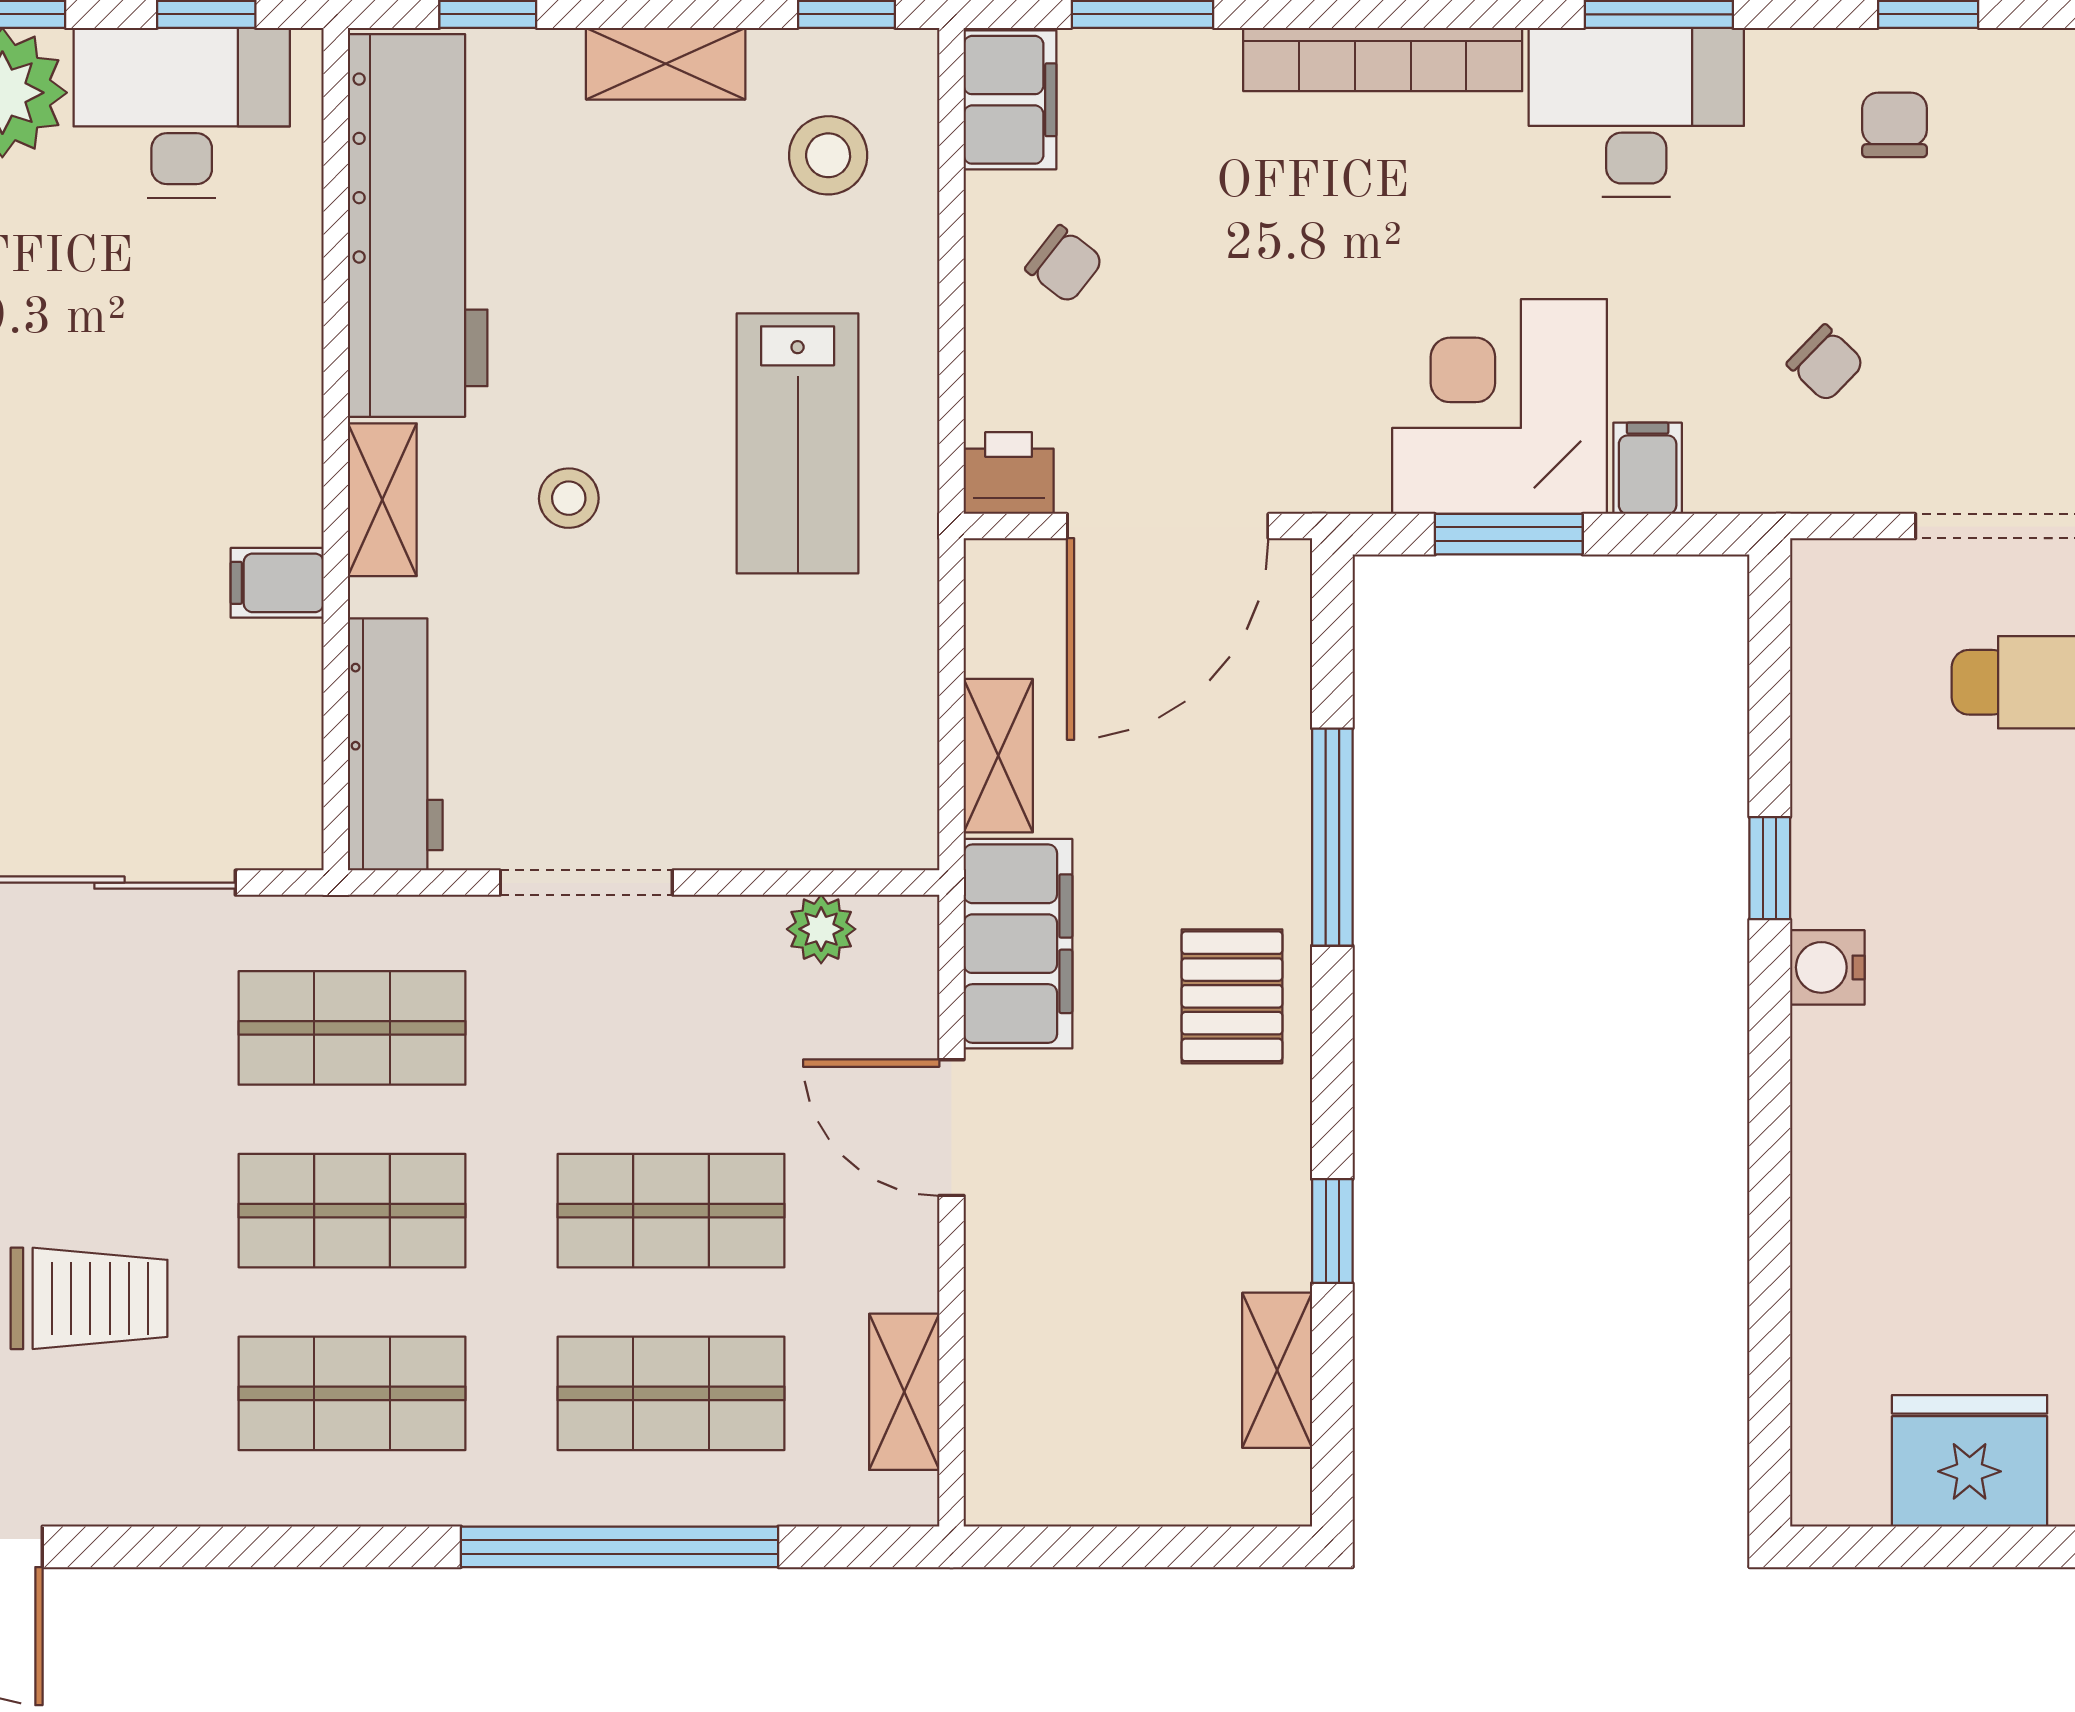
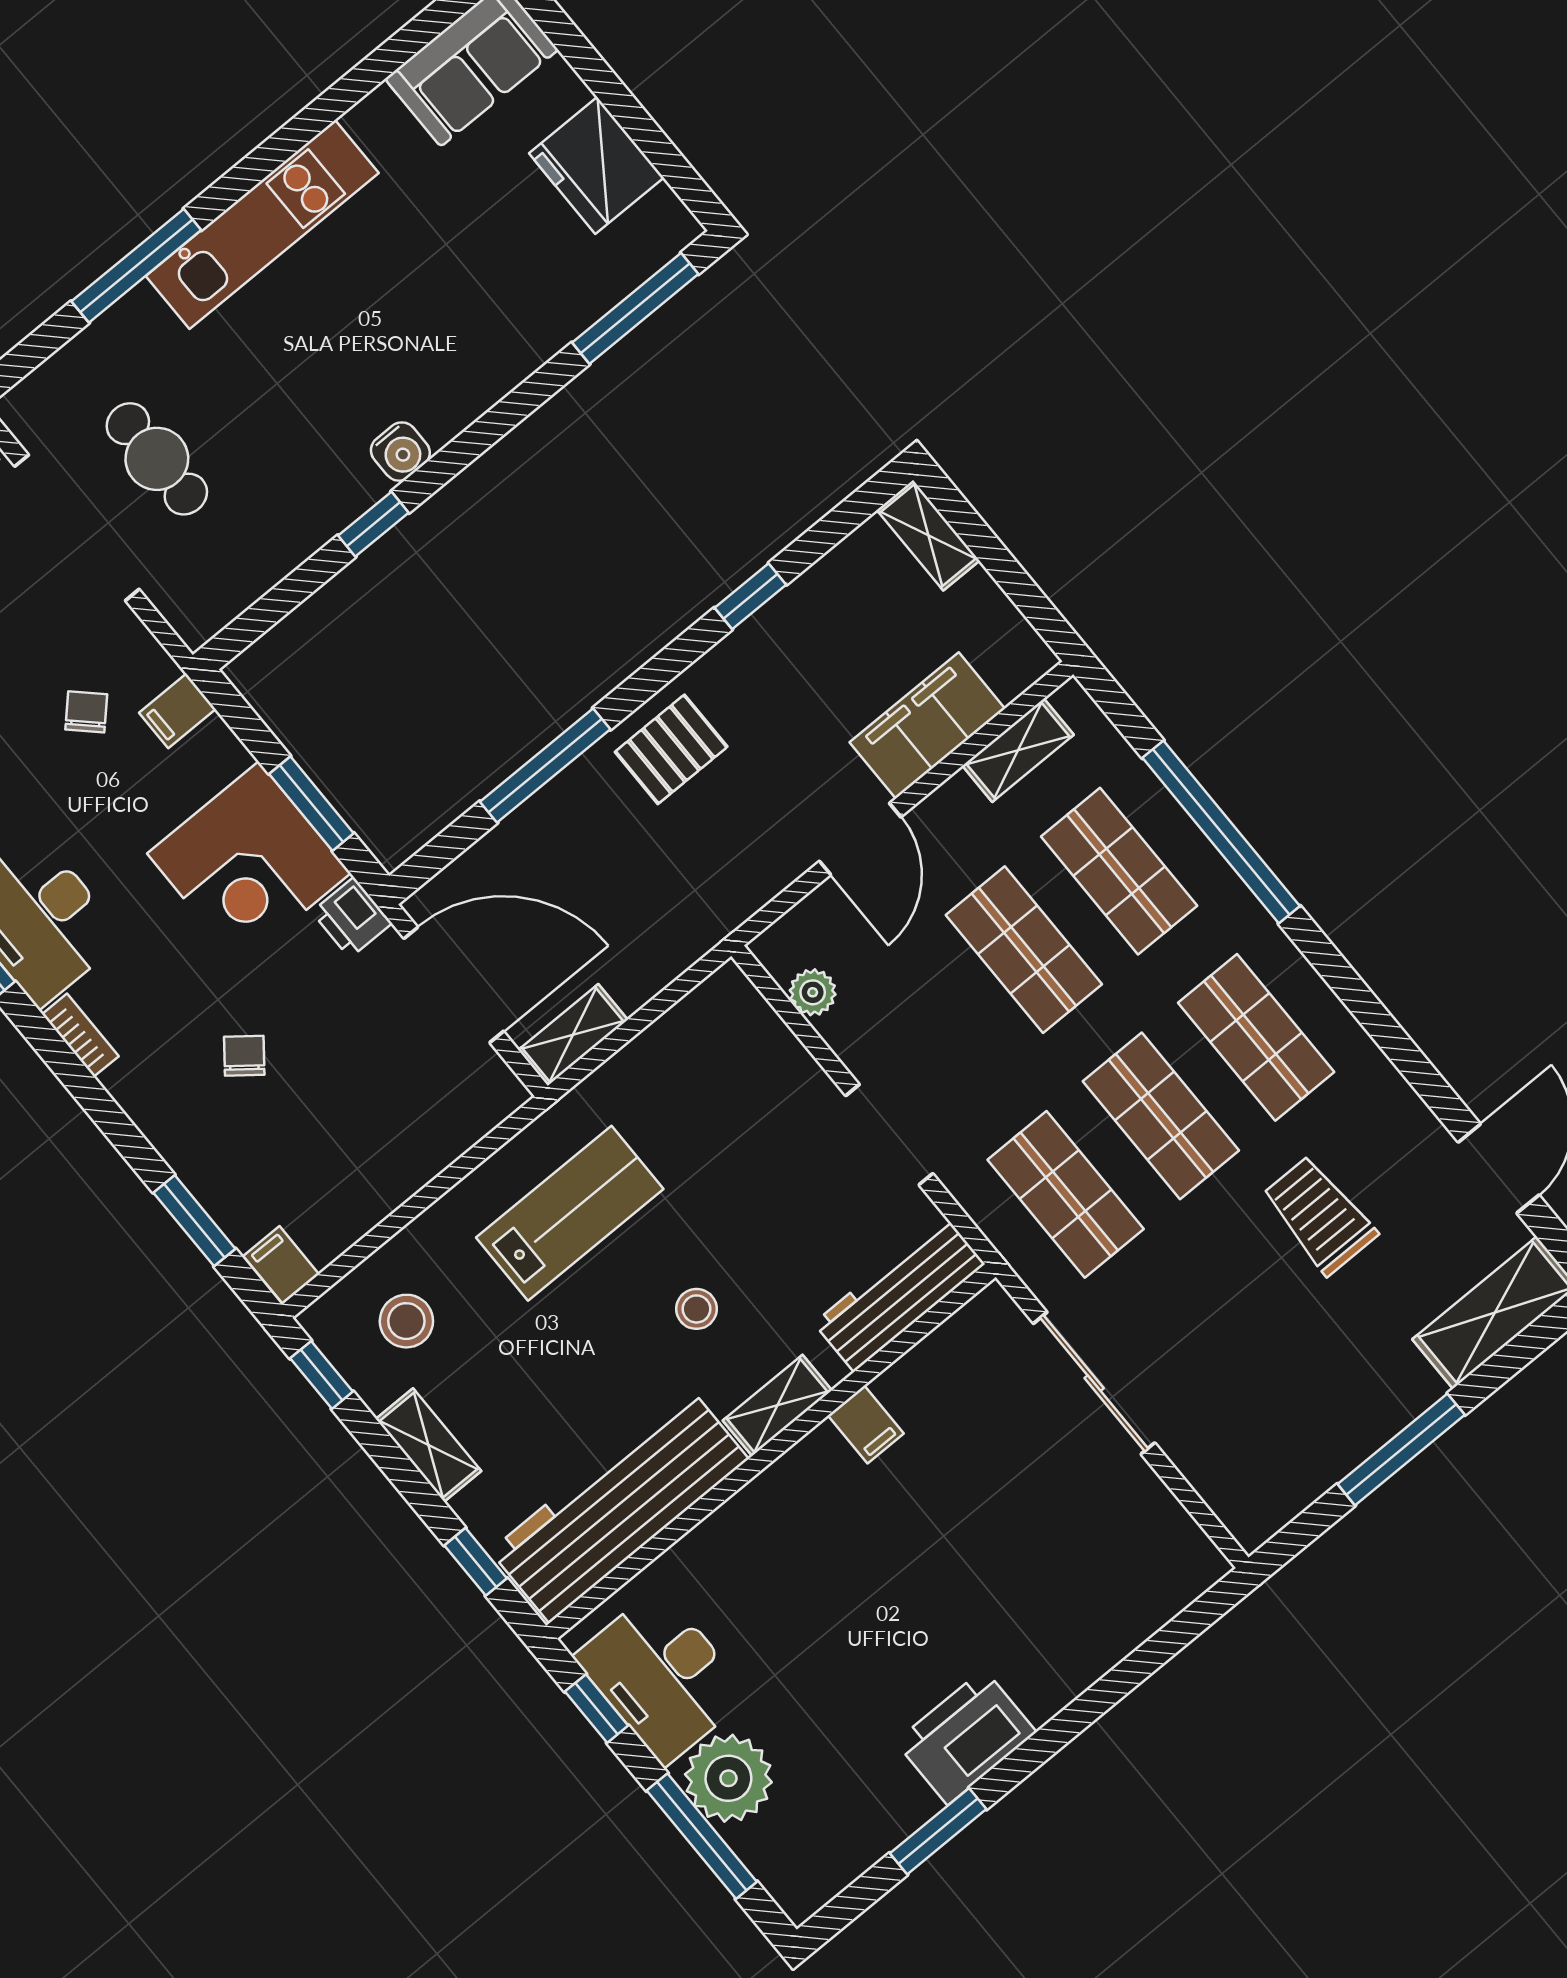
bookcase: (1383, 60) -> (80, 1035), width x0.43, depth x0.76
filing cabinet: (1010, 100) -> (281, 1265), width x0.50
chair: (1064, 264) -> (244, 1056), moved
filing cabinet: (1648, 468) -> (177, 711), moved
printer: (1009, 473) -> (352, 917), moved
shelving: (998, 756) -> (573, 1035), moved
filing cabinet: (1018, 944) -> (927, 725), moved
shelving: (1277, 1370) -> (928, 535), moved, turned 90
window: (1770, 1371) -> (635, 308), added

